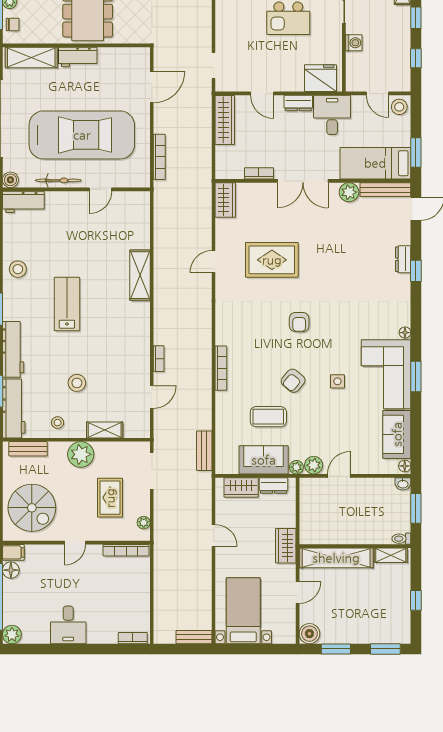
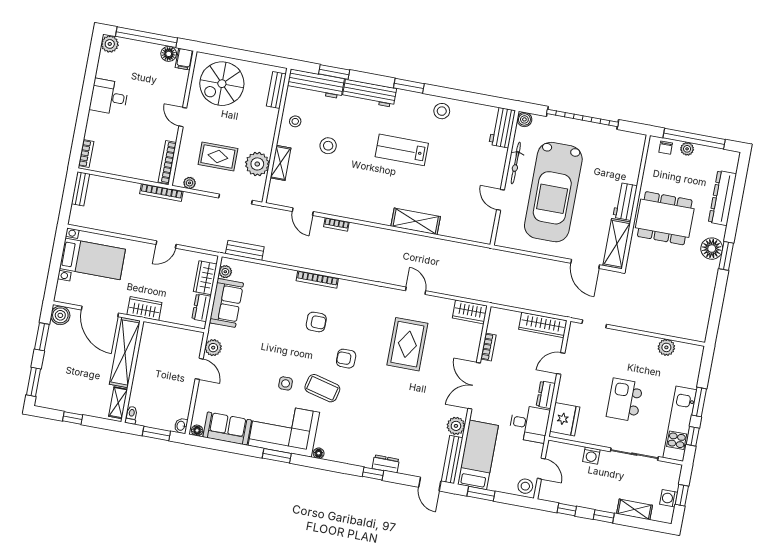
shelving: (31, 57) -> (617, 244), moved
door: (377, 93) -> (541, 469), swing flipped
bookcase: (159, 157) -> (161, 193), moved
lab bench: (67, 304) -> (402, 150), turned 180
armchair: (293, 381) -> (316, 322), moved, turned 140
coffee table: (268, 417) -> (322, 388), moved, turned -76
plant: (81, 454) -> (257, 164), moved
plant: (296, 467) -> (225, 272), moved
door: (298, 592) -> (100, 311), width x1.88
bench: (194, 637) -> (81, 189), moved

